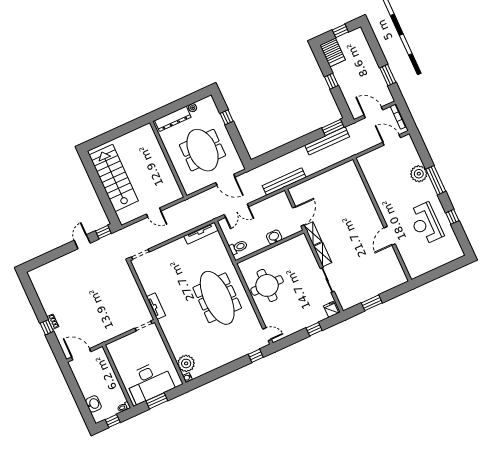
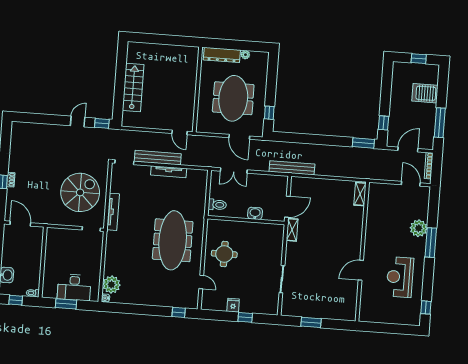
server rack: (332, 52) -> (425, 93), moved, turned 90
window: (388, 75) -> (440, 123), width x1.44
window: (331, 81) -> (384, 123), moved
door: (373, 112) -> (408, 150), hinge flipped
window: (227, 117) -> (269, 113), moved
bench: (327, 141) -> (158, 158), moved
stairs: (114, 178) -> (133, 87), width x0.73, depth x0.66
door: (154, 212) -> (179, 132), moved
window: (452, 217) -> (426, 307), moved
tv unit: (201, 233) -> (169, 172), moved
shelving: (323, 254) -> (360, 194), moved
round table: (267, 285) -> (224, 254), width x0.73, depth x0.73
spiral stairs: (117, 300) -> (80, 192), added
tv unit: (156, 306) -> (113, 212), width x1.41
fridge: (331, 309) -> (233, 305), moved
door: (267, 334) -> (201, 282), moved
desk: (149, 382) -> (74, 287), width x0.73, depth x0.77

